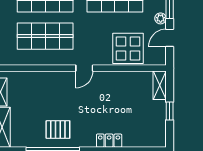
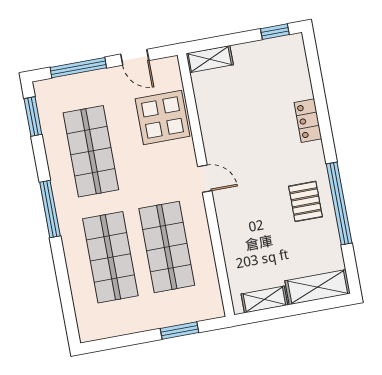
plant: (161, 18) -> (108, 76), removed
window: (170, 111) -> (275, 32), moved

